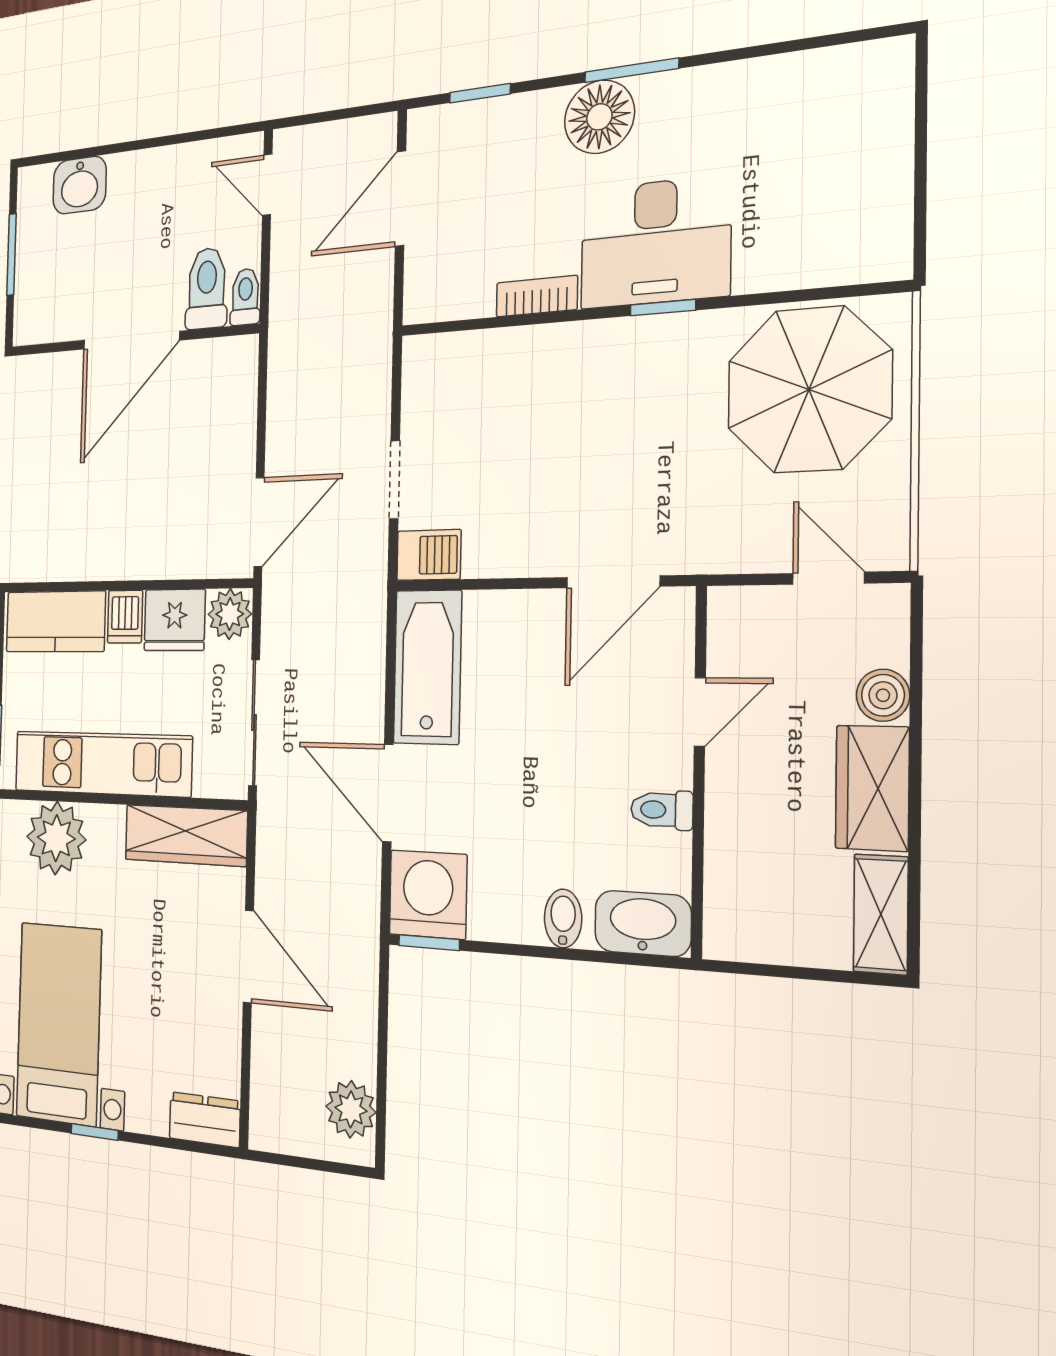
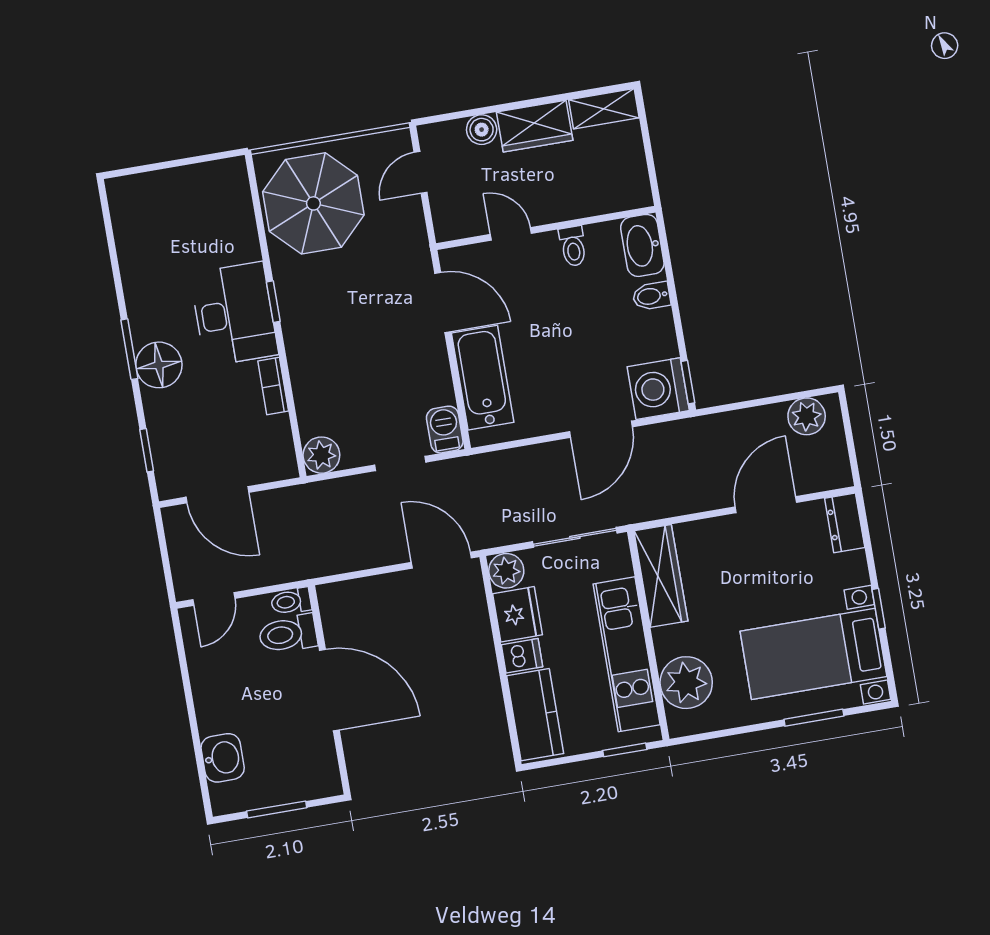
plant: (427, 361) -> (321, 455), added
bathtub: (427, 667) -> (483, 378), moved, turned 90
door: (248, 956) -> (766, 505), moved

